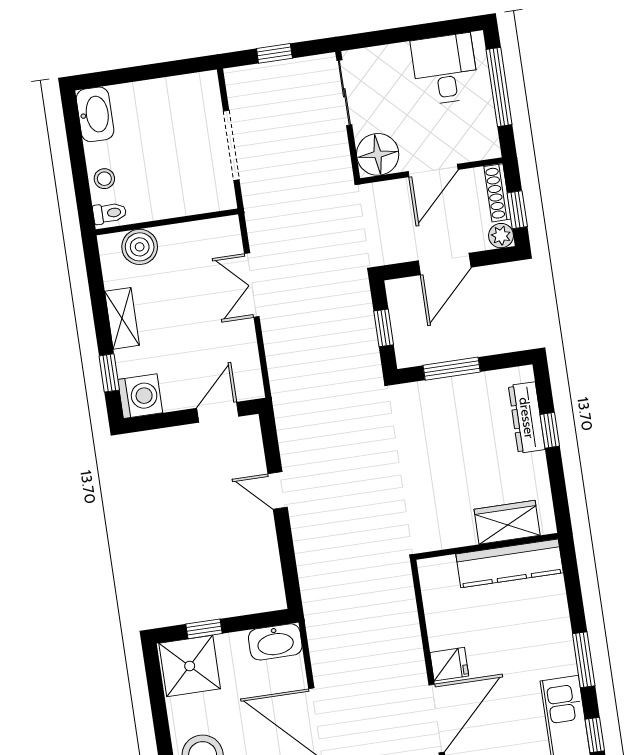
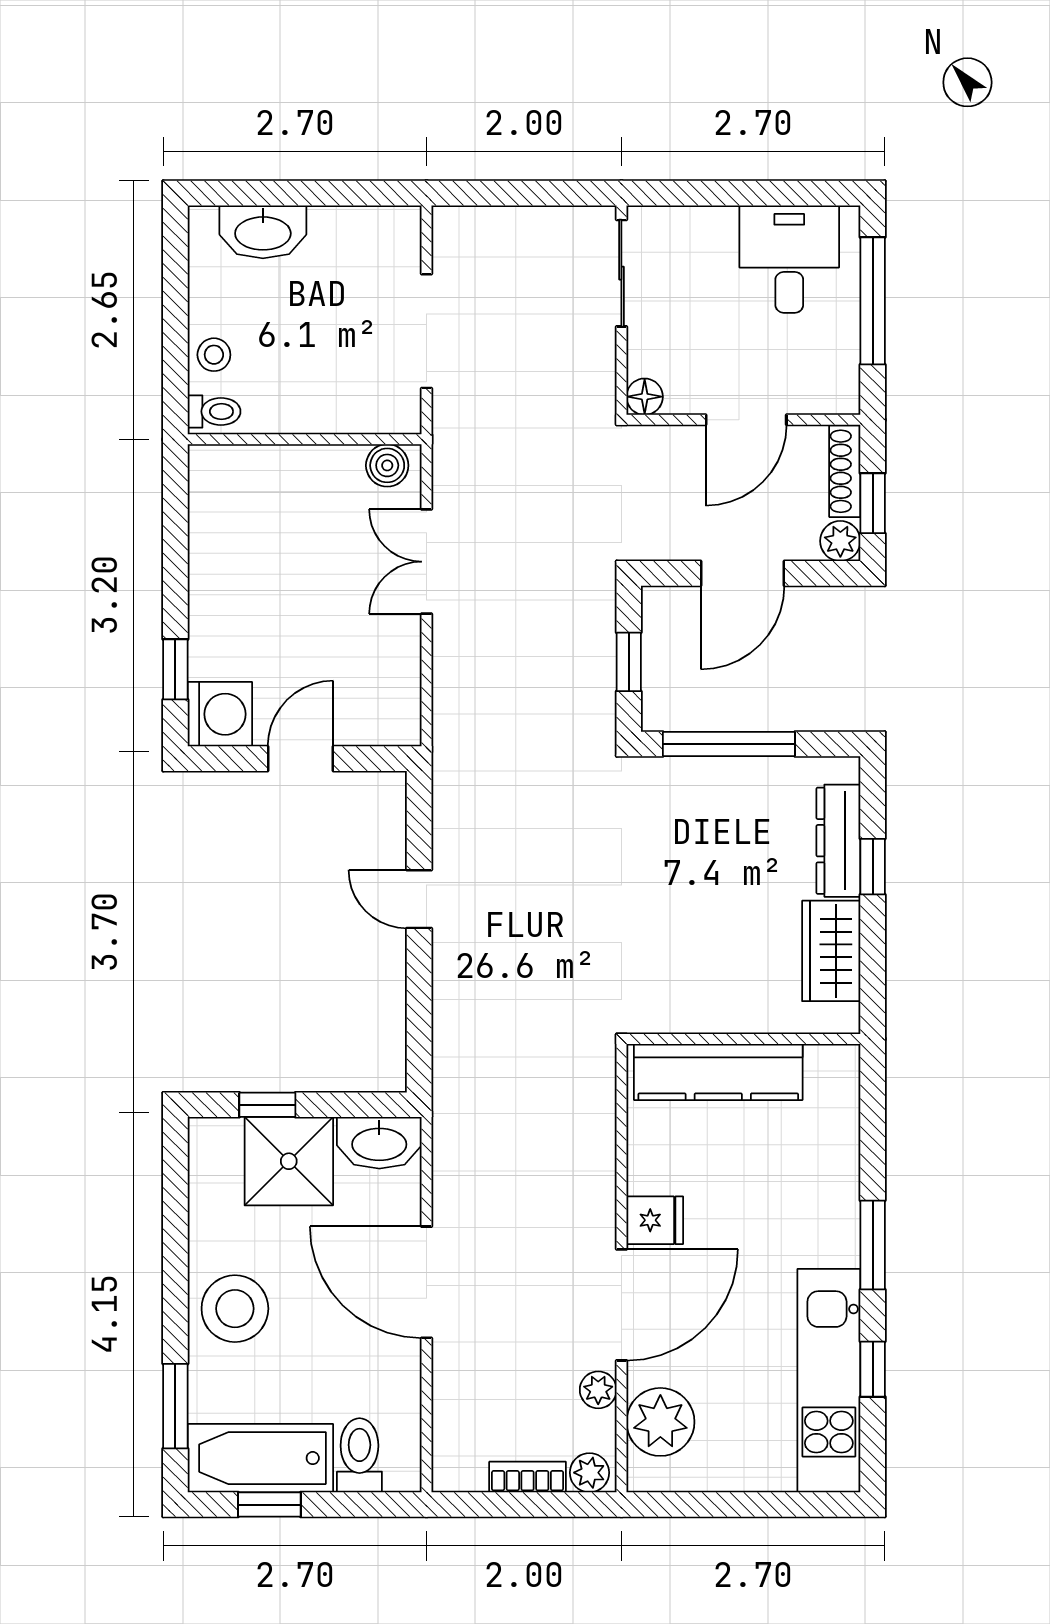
window: (274, 53) -> (518, 193), removed
washbasin: (95, 114) -> (263, 232), moved, turned 90
floor lamp: (378, 154) -> (645, 397), width x0.53, depth x0.53
boiler: (140, 247) -> (387, 465), moved, width x0.73, depth x0.73
shelving: (122, 318) -> (209, 584), removed
window: (452, 369) -> (729, 744), width x1.44
door: (218, 412) -> (301, 759), moved
wardrobe: (507, 522) -> (831, 951), moved, turned -90
kitchen counter: (510, 563) -> (718, 1072), moved
shower: (190, 666) -> (289, 1161), moved

